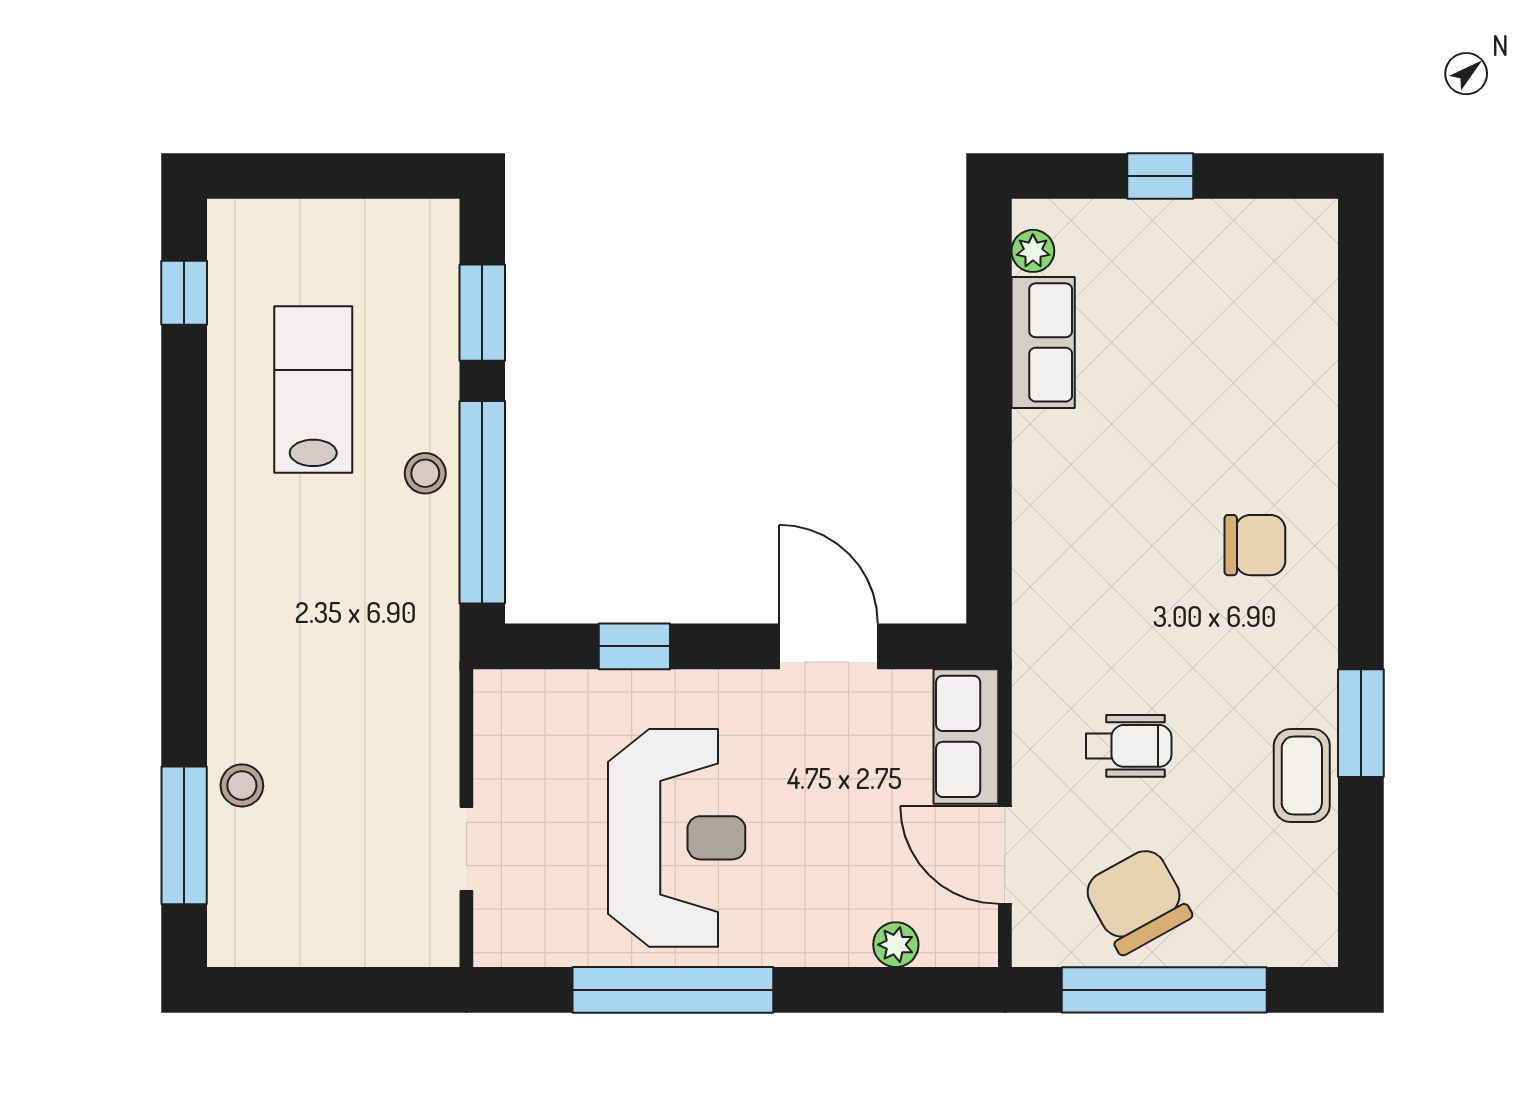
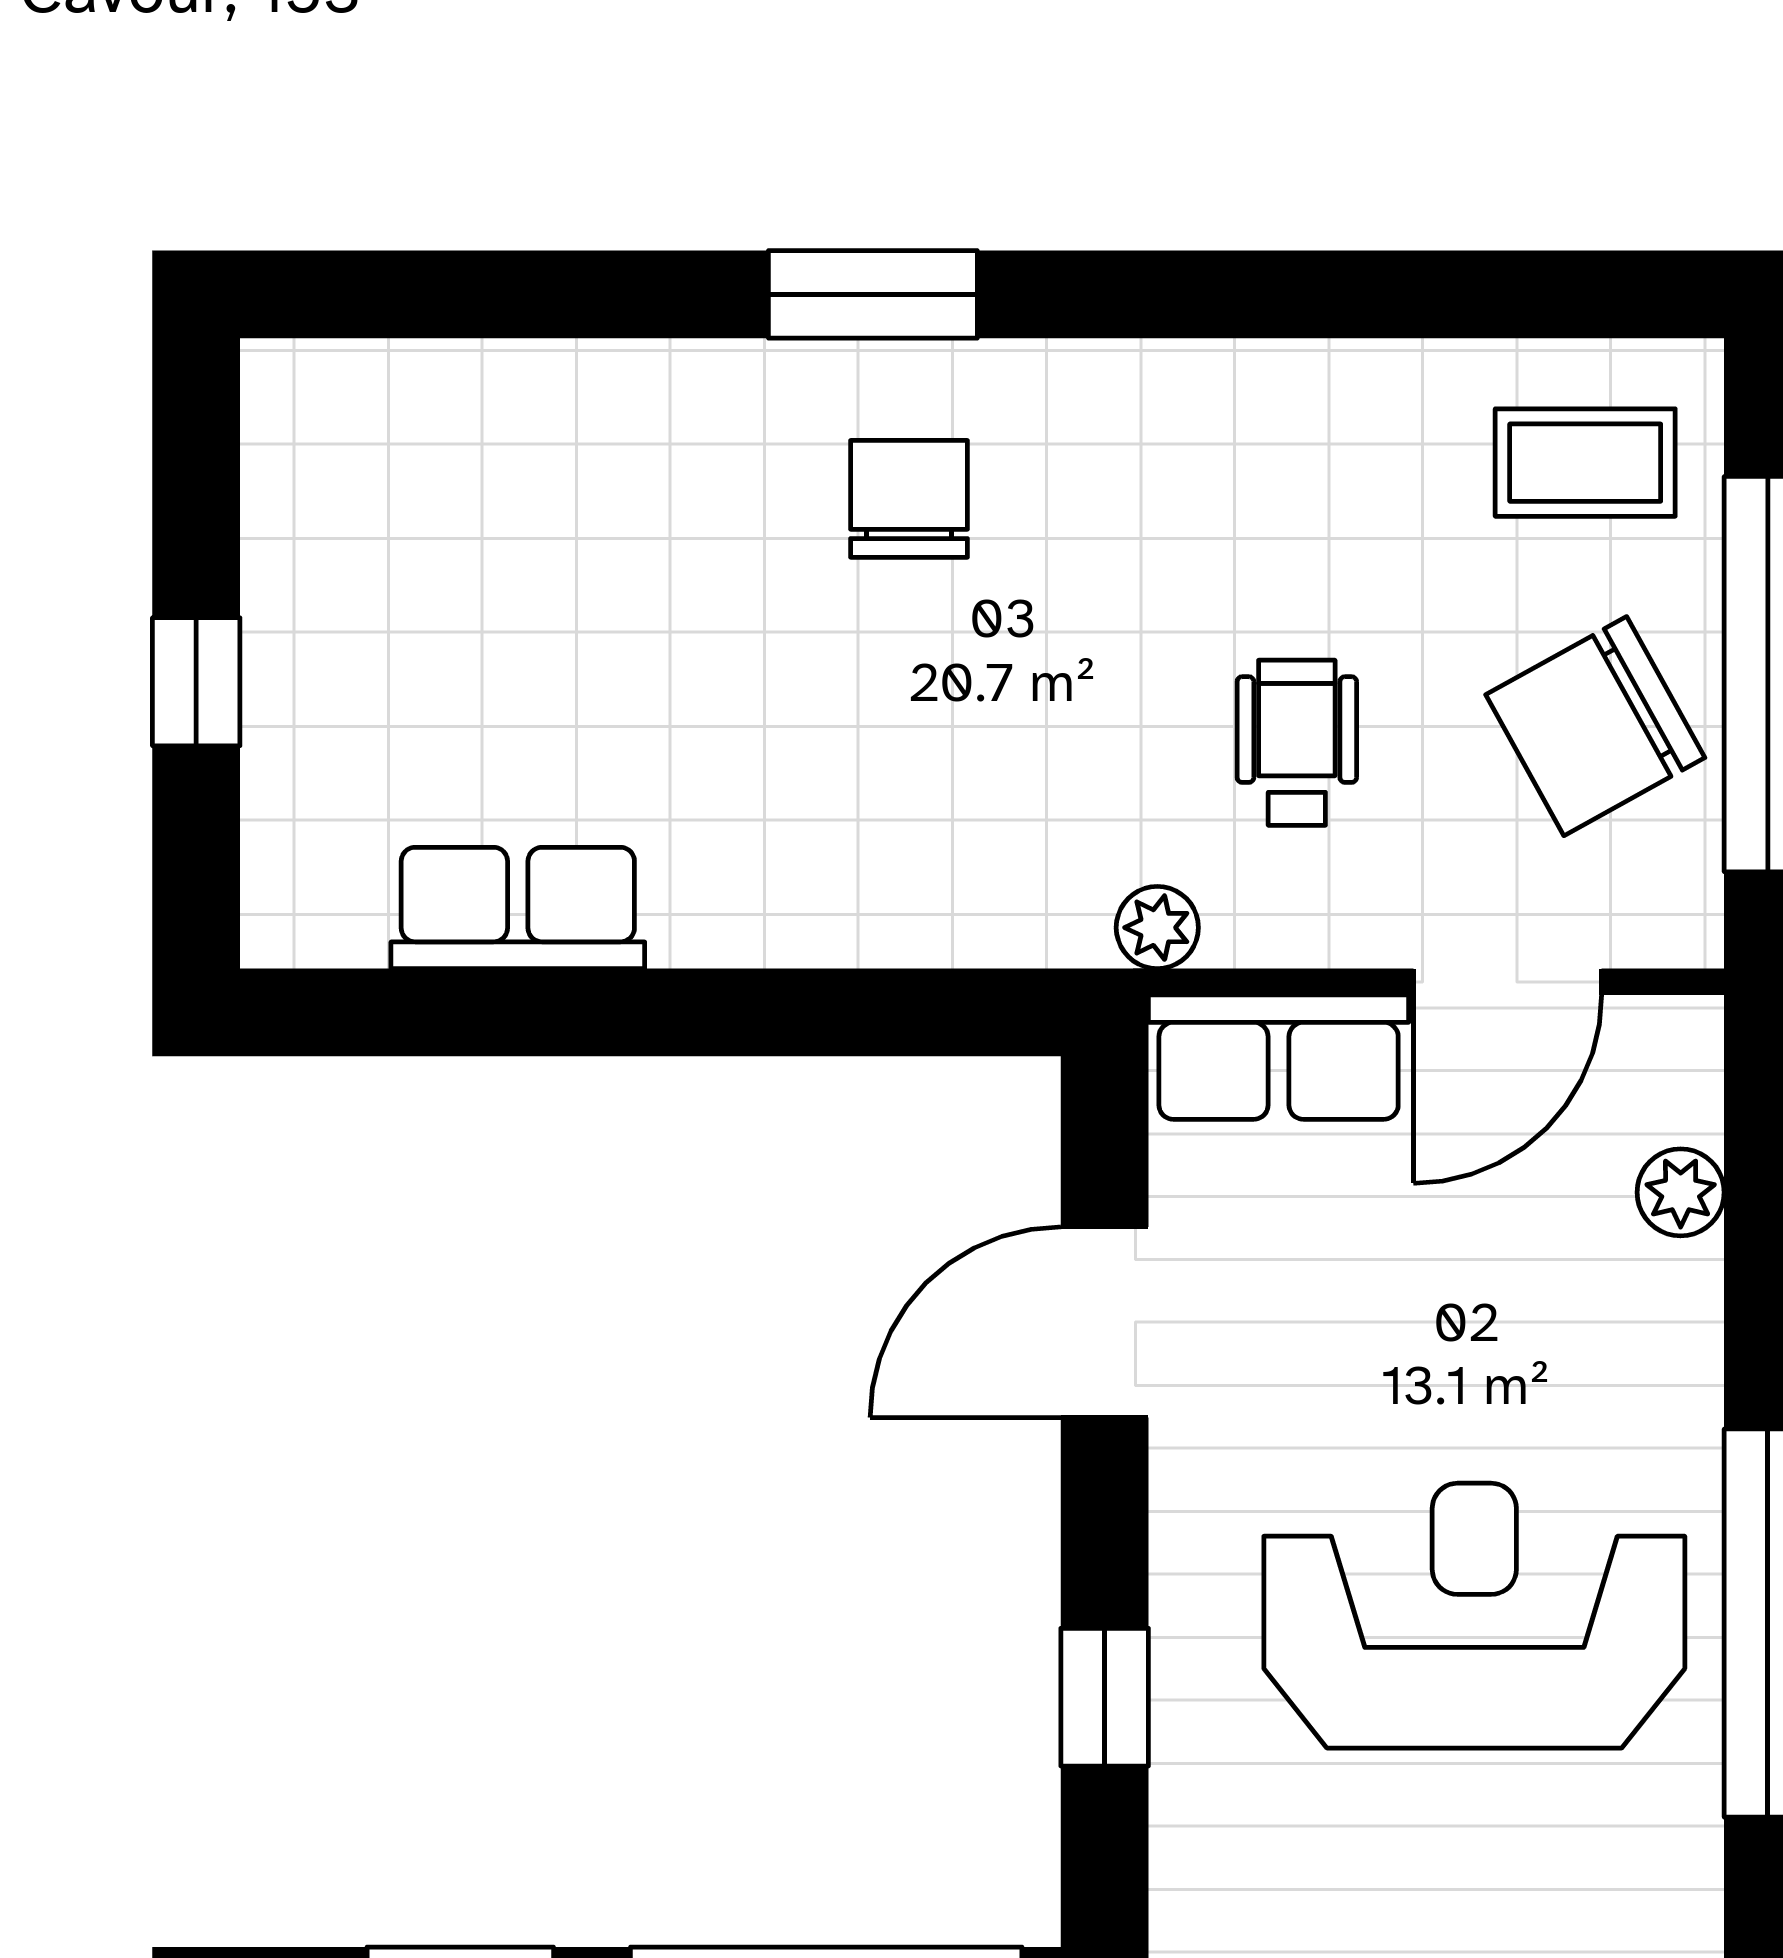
plant: (1033, 251) -> (1157, 928), moved
window: (1361, 723) -> (873, 294), moved
coffee table: (1302, 775) -> (1585, 463), moved

